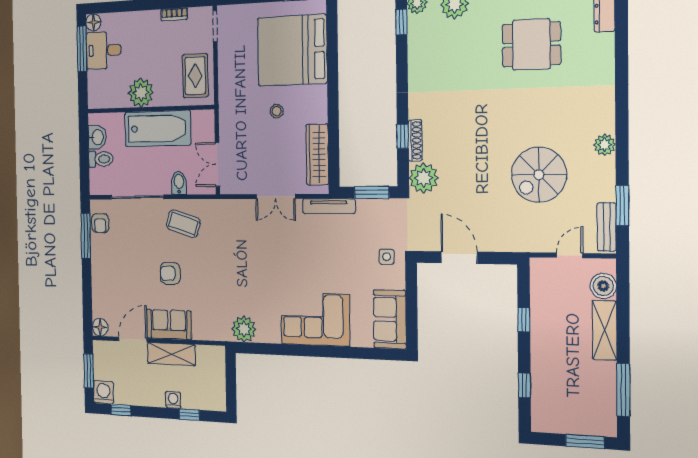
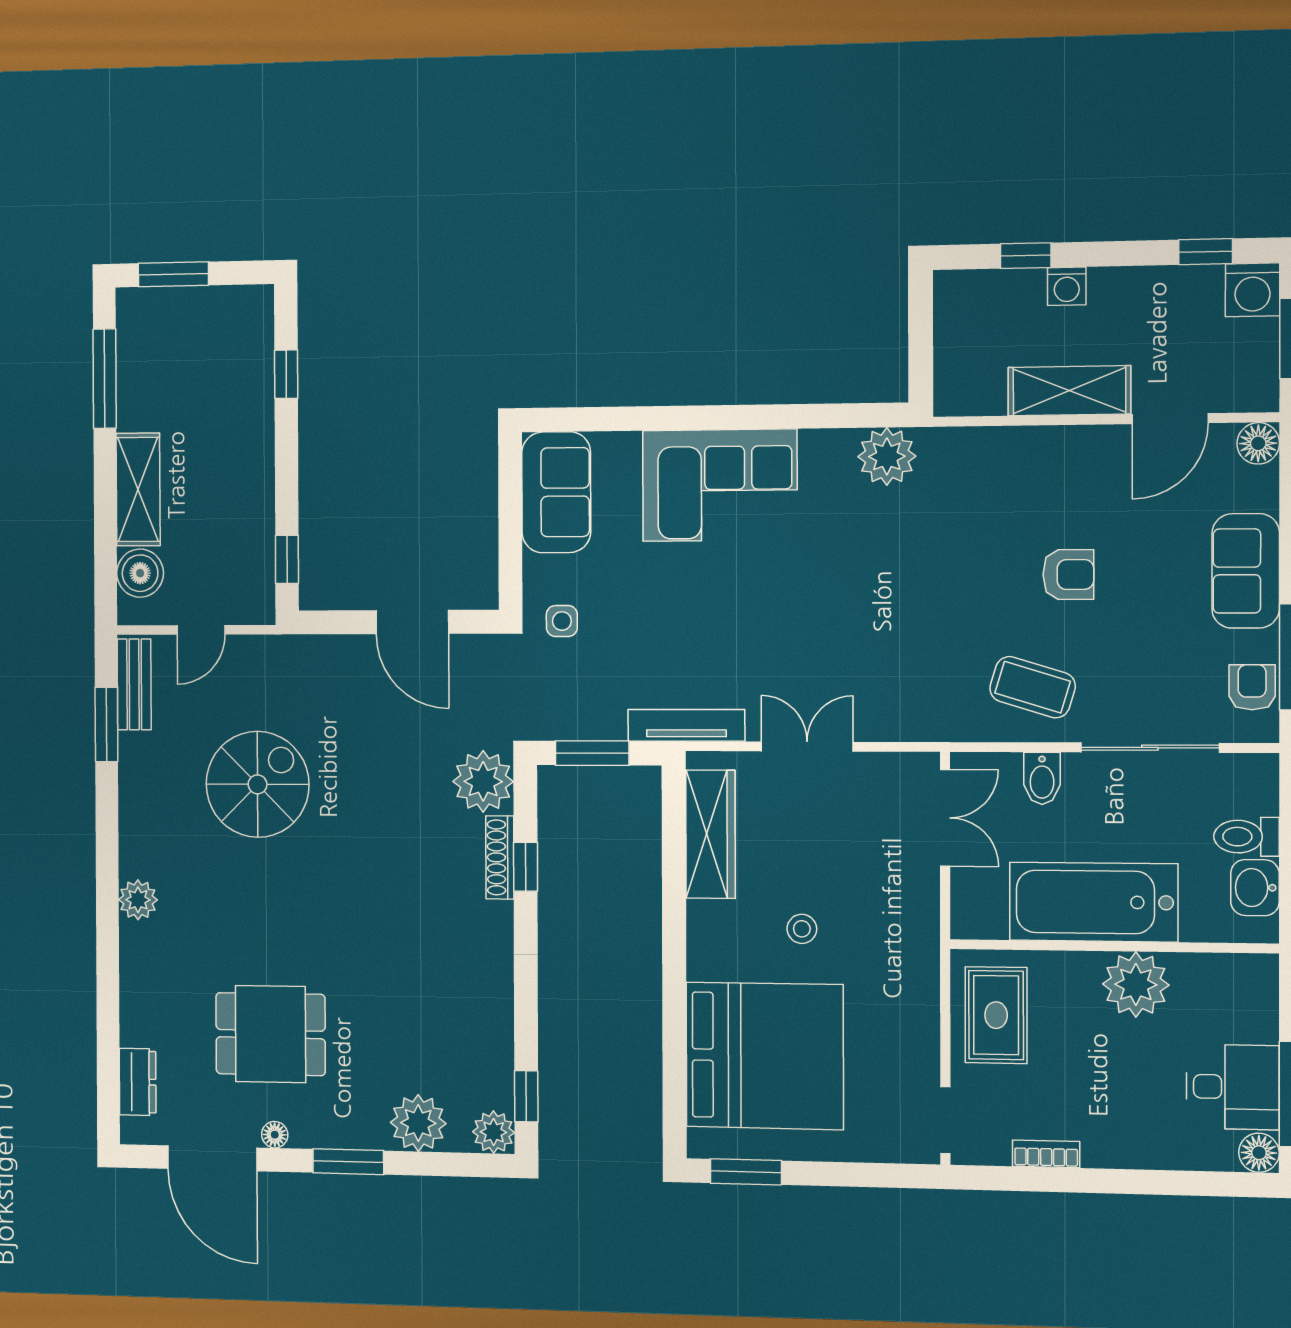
plant: (605, 145) -> (138, 900), moved
window: (524, 320) -> (287, 559), moved
sofa: (169, 325) -> (1246, 571), moved, turned 90

